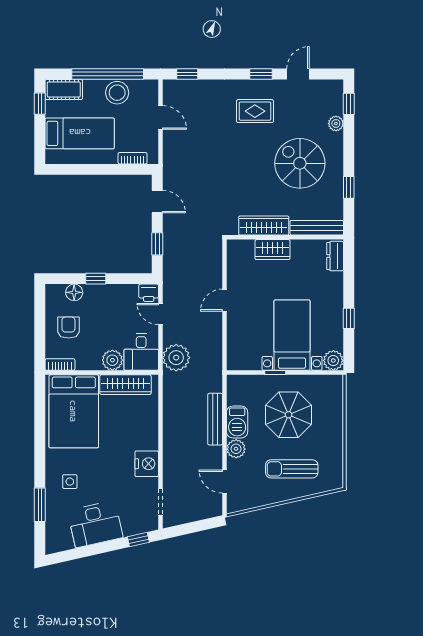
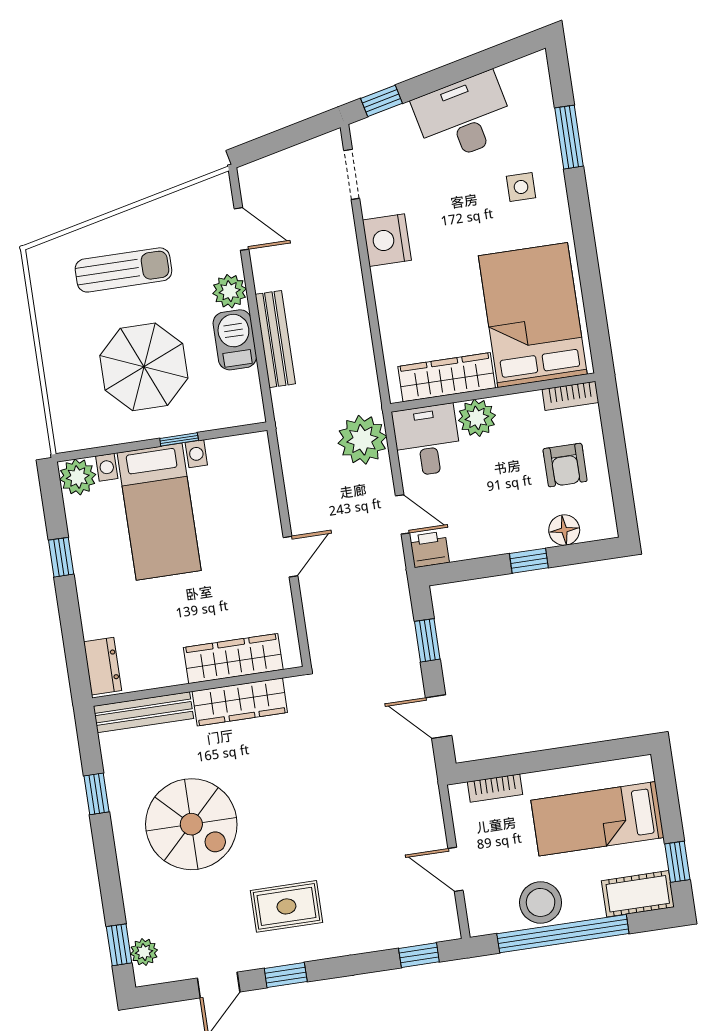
plant: (336, 123) -> (144, 952), moved
wardrobe: (272, 250) -> (233, 659), width x1.50

